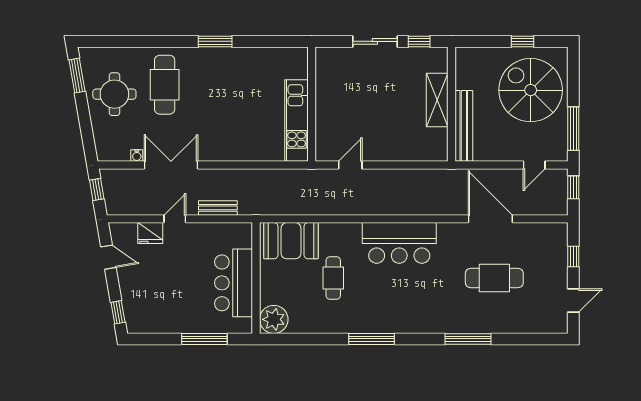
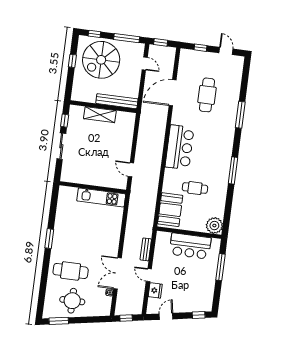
window: (573, 73) -> (94, 34), added

